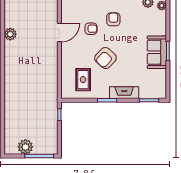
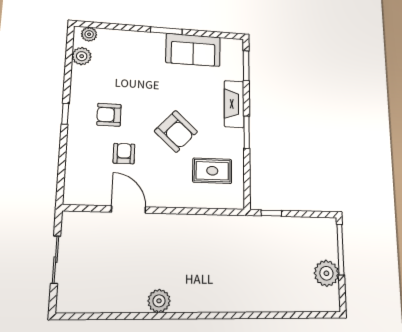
plant: (10, 34) -> (159, 301), moved
sofa: (157, 52) -> (193, 50), moved

